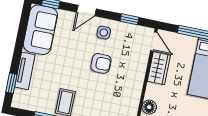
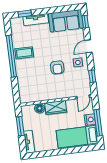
door: (86, 11) -> (88, 46), hinge flipped
nightstand: (188, 43) -> (90, 120), added
wardrobe: (159, 68) -> (56, 107), moved

